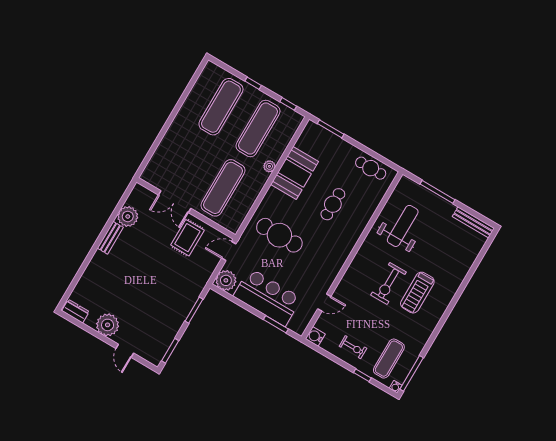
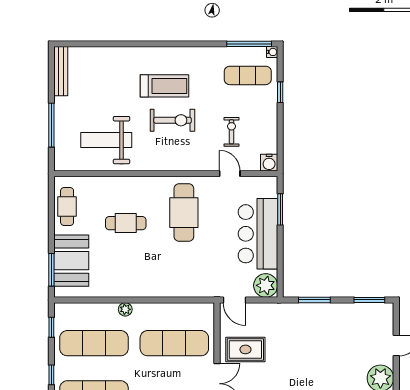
booth: (295, 173) -> (71, 261), moved, turned 90
cafe table: (279, 235) -> (184, 213), moved
exercise bike: (353, 347) -> (232, 132), moved

